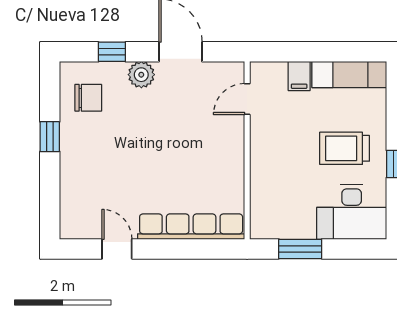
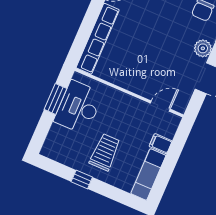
door: (247, 99) -> (160, 106), hinge flipped
desk: (352, 212) -> (79, 107), moved

